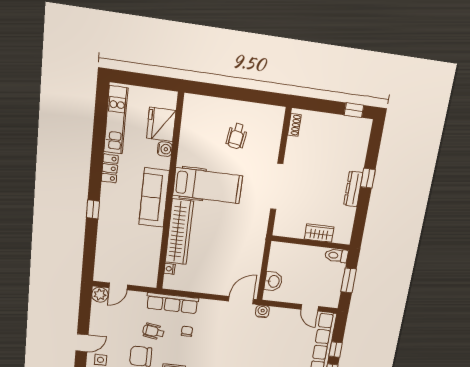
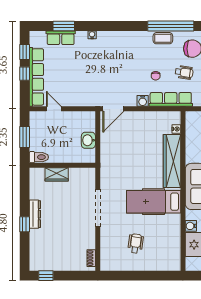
washbasin: (273, 281) -> (88, 140), moved
water cooler: (262, 311) -> (143, 101), moved

